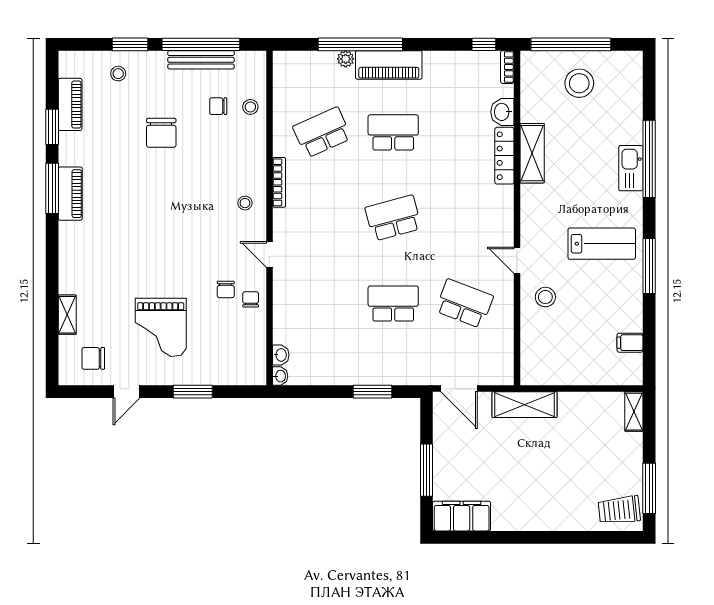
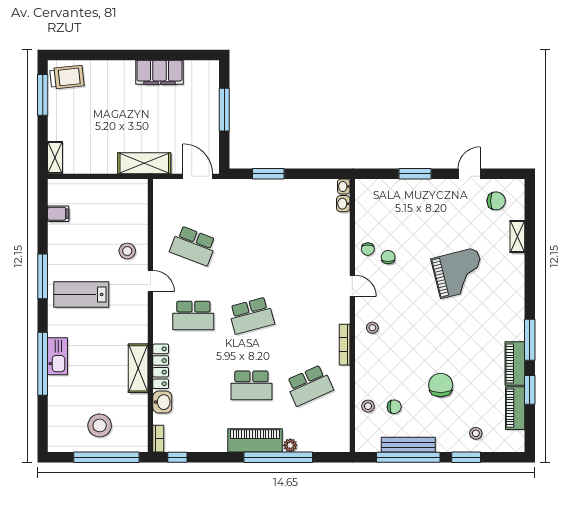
piano: (70, 194) -> (515, 364), moved
school desk: (393, 304) -> (193, 316), moved
grand piano: (161, 327) -> (459, 273), moved, turned 76
filing cabinet: (462, 516) -> (159, 72), moved

